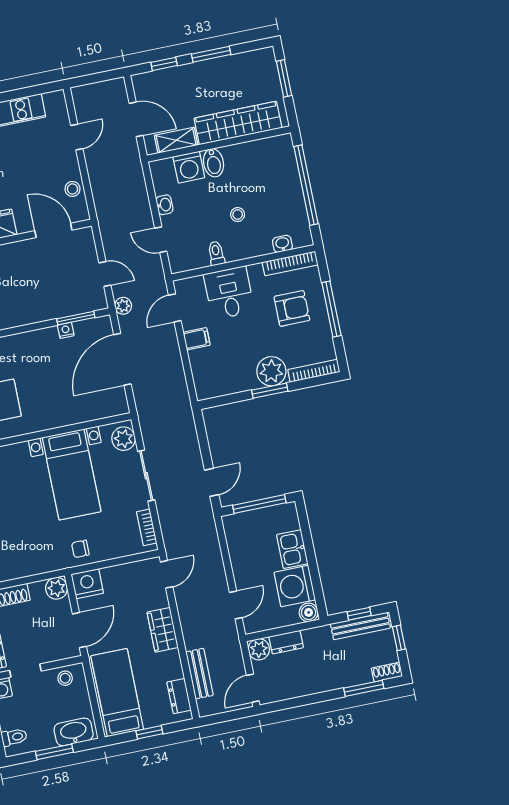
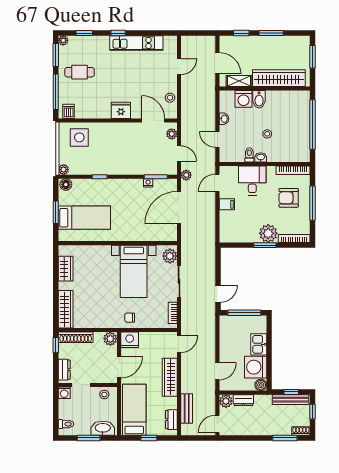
washbasin: (282, 244) -> (261, 157), moved
plant: (87, 246) -> (172, 134), added
armchair: (292, 308) -> (289, 198), turned 180
wardrobe: (163, 630) -> (170, 377), width x1.50

